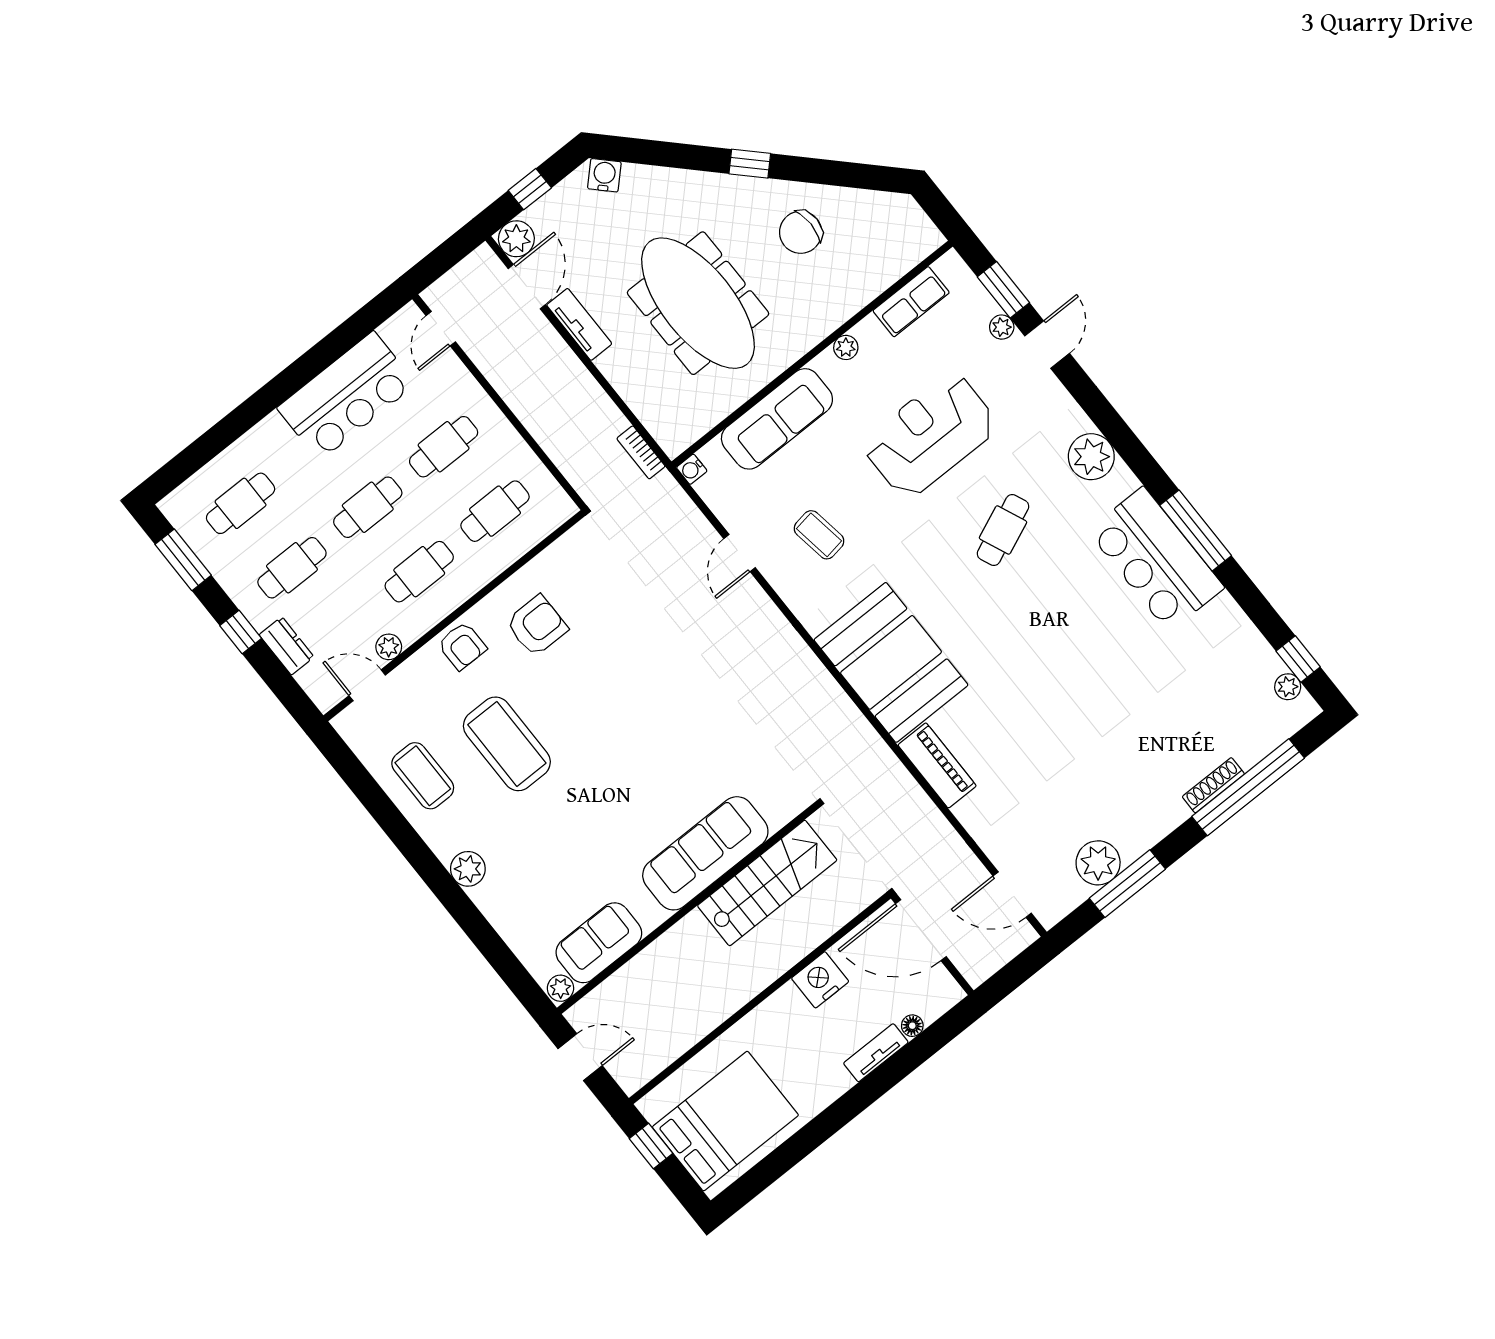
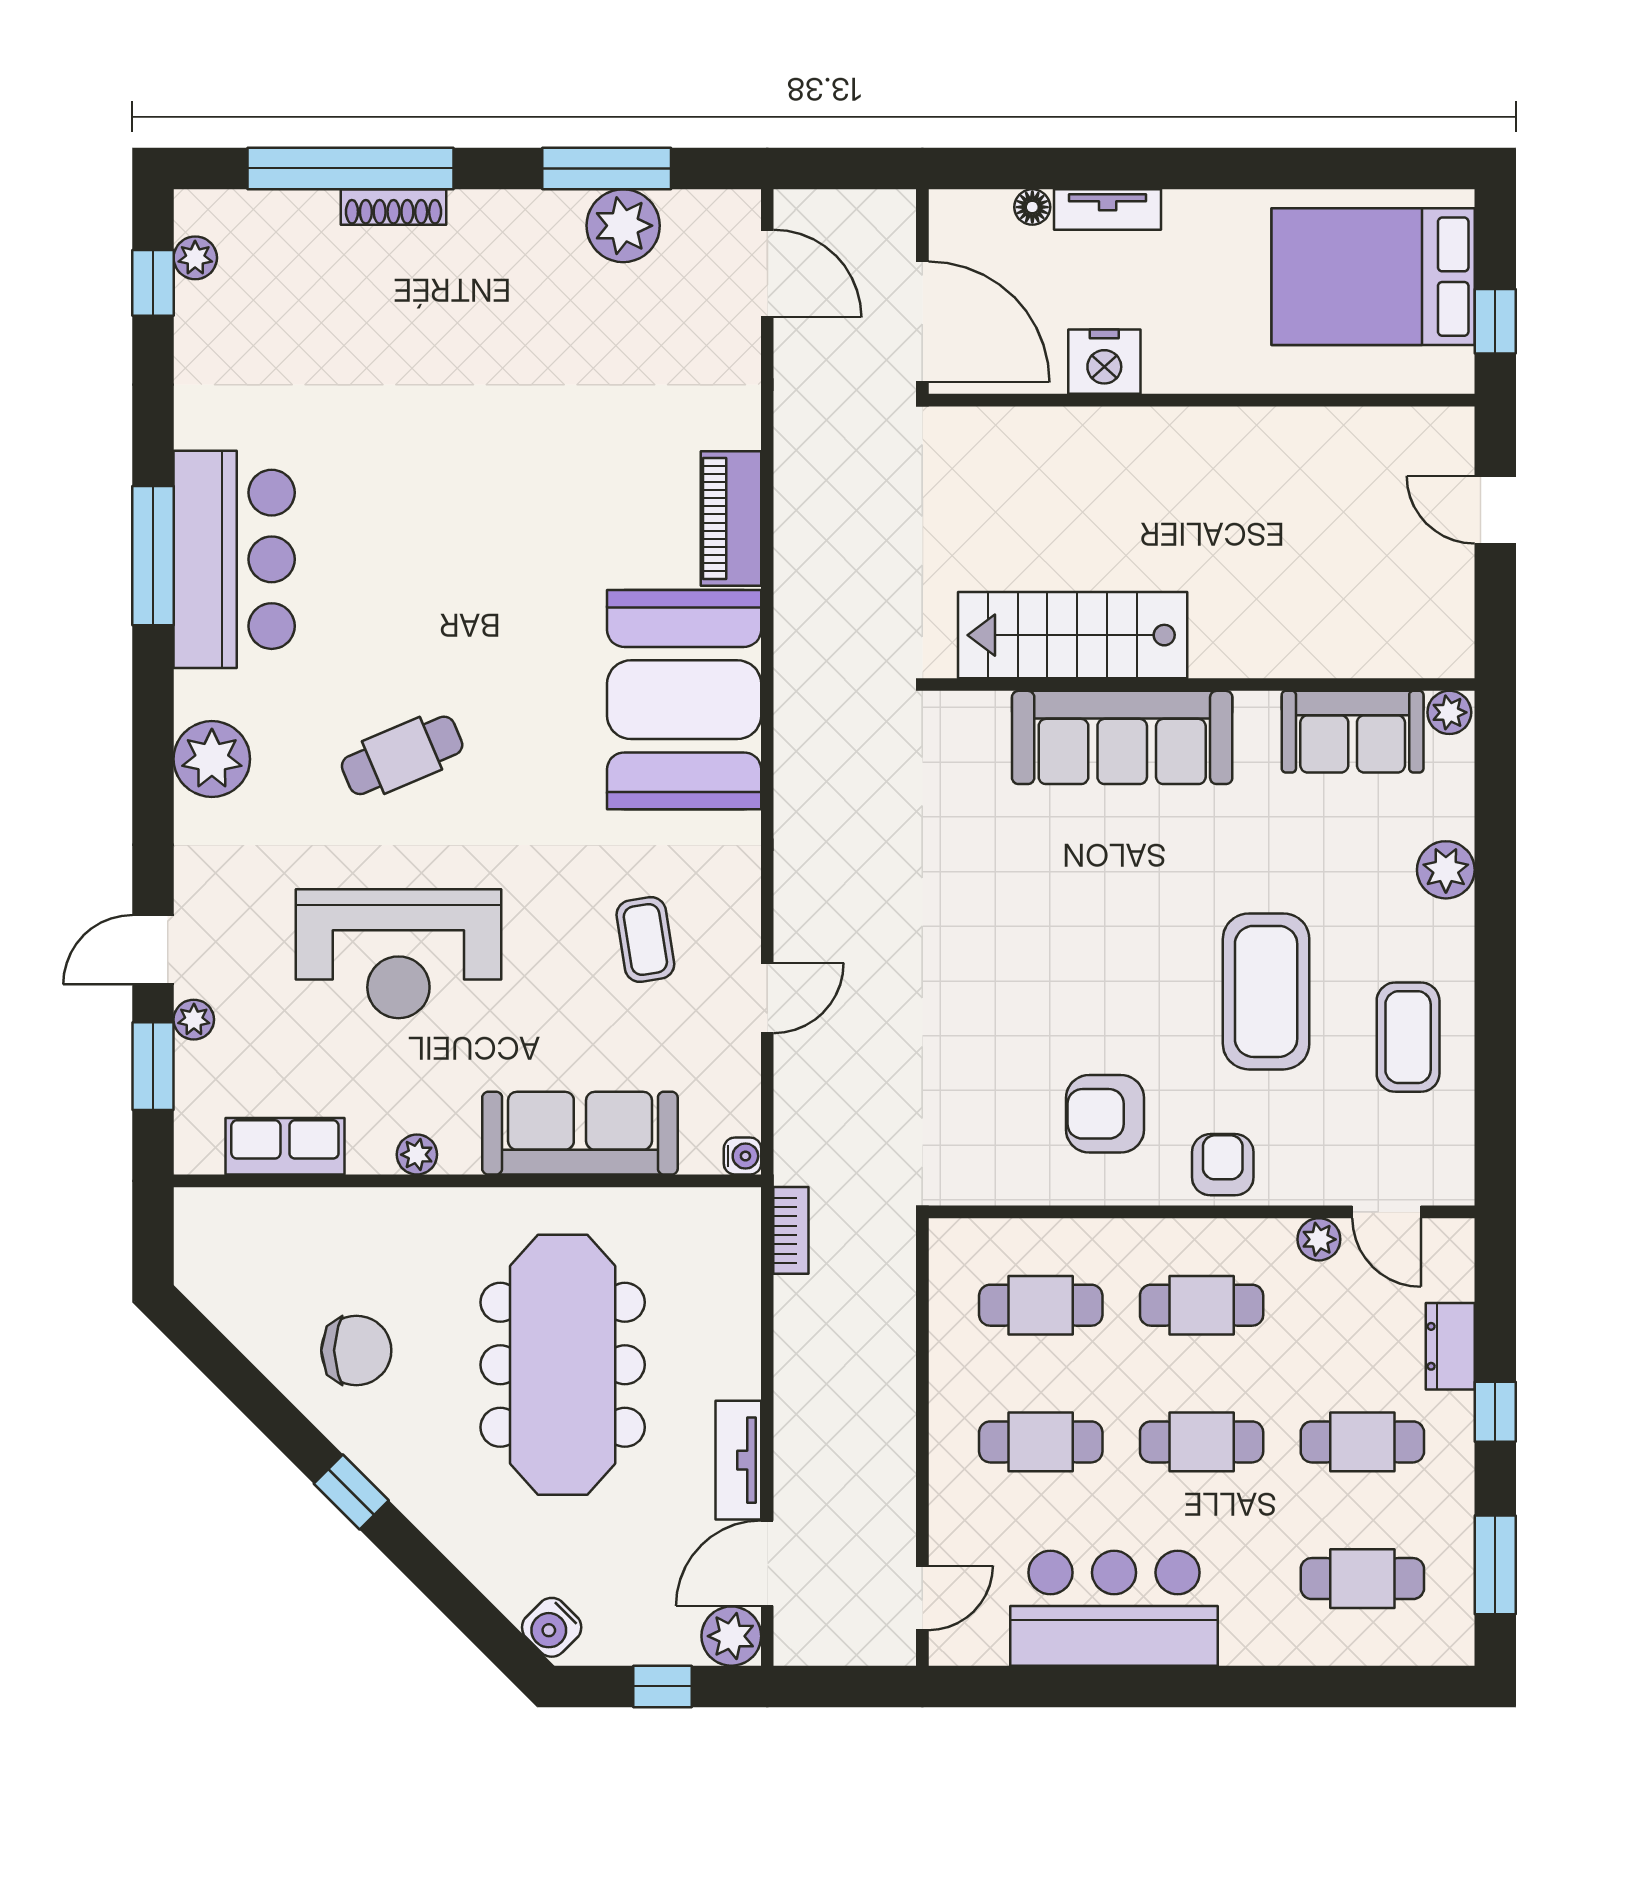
sofa: (705, 853) -> (1122, 737), moved
stairs: (767, 883) -> (1073, 635), moved
wall: (688, 908) -> (1202, 684), moved
sofa: (599, 943) -> (1353, 732), moved
plant: (561, 988) -> (1449, 712), moved

